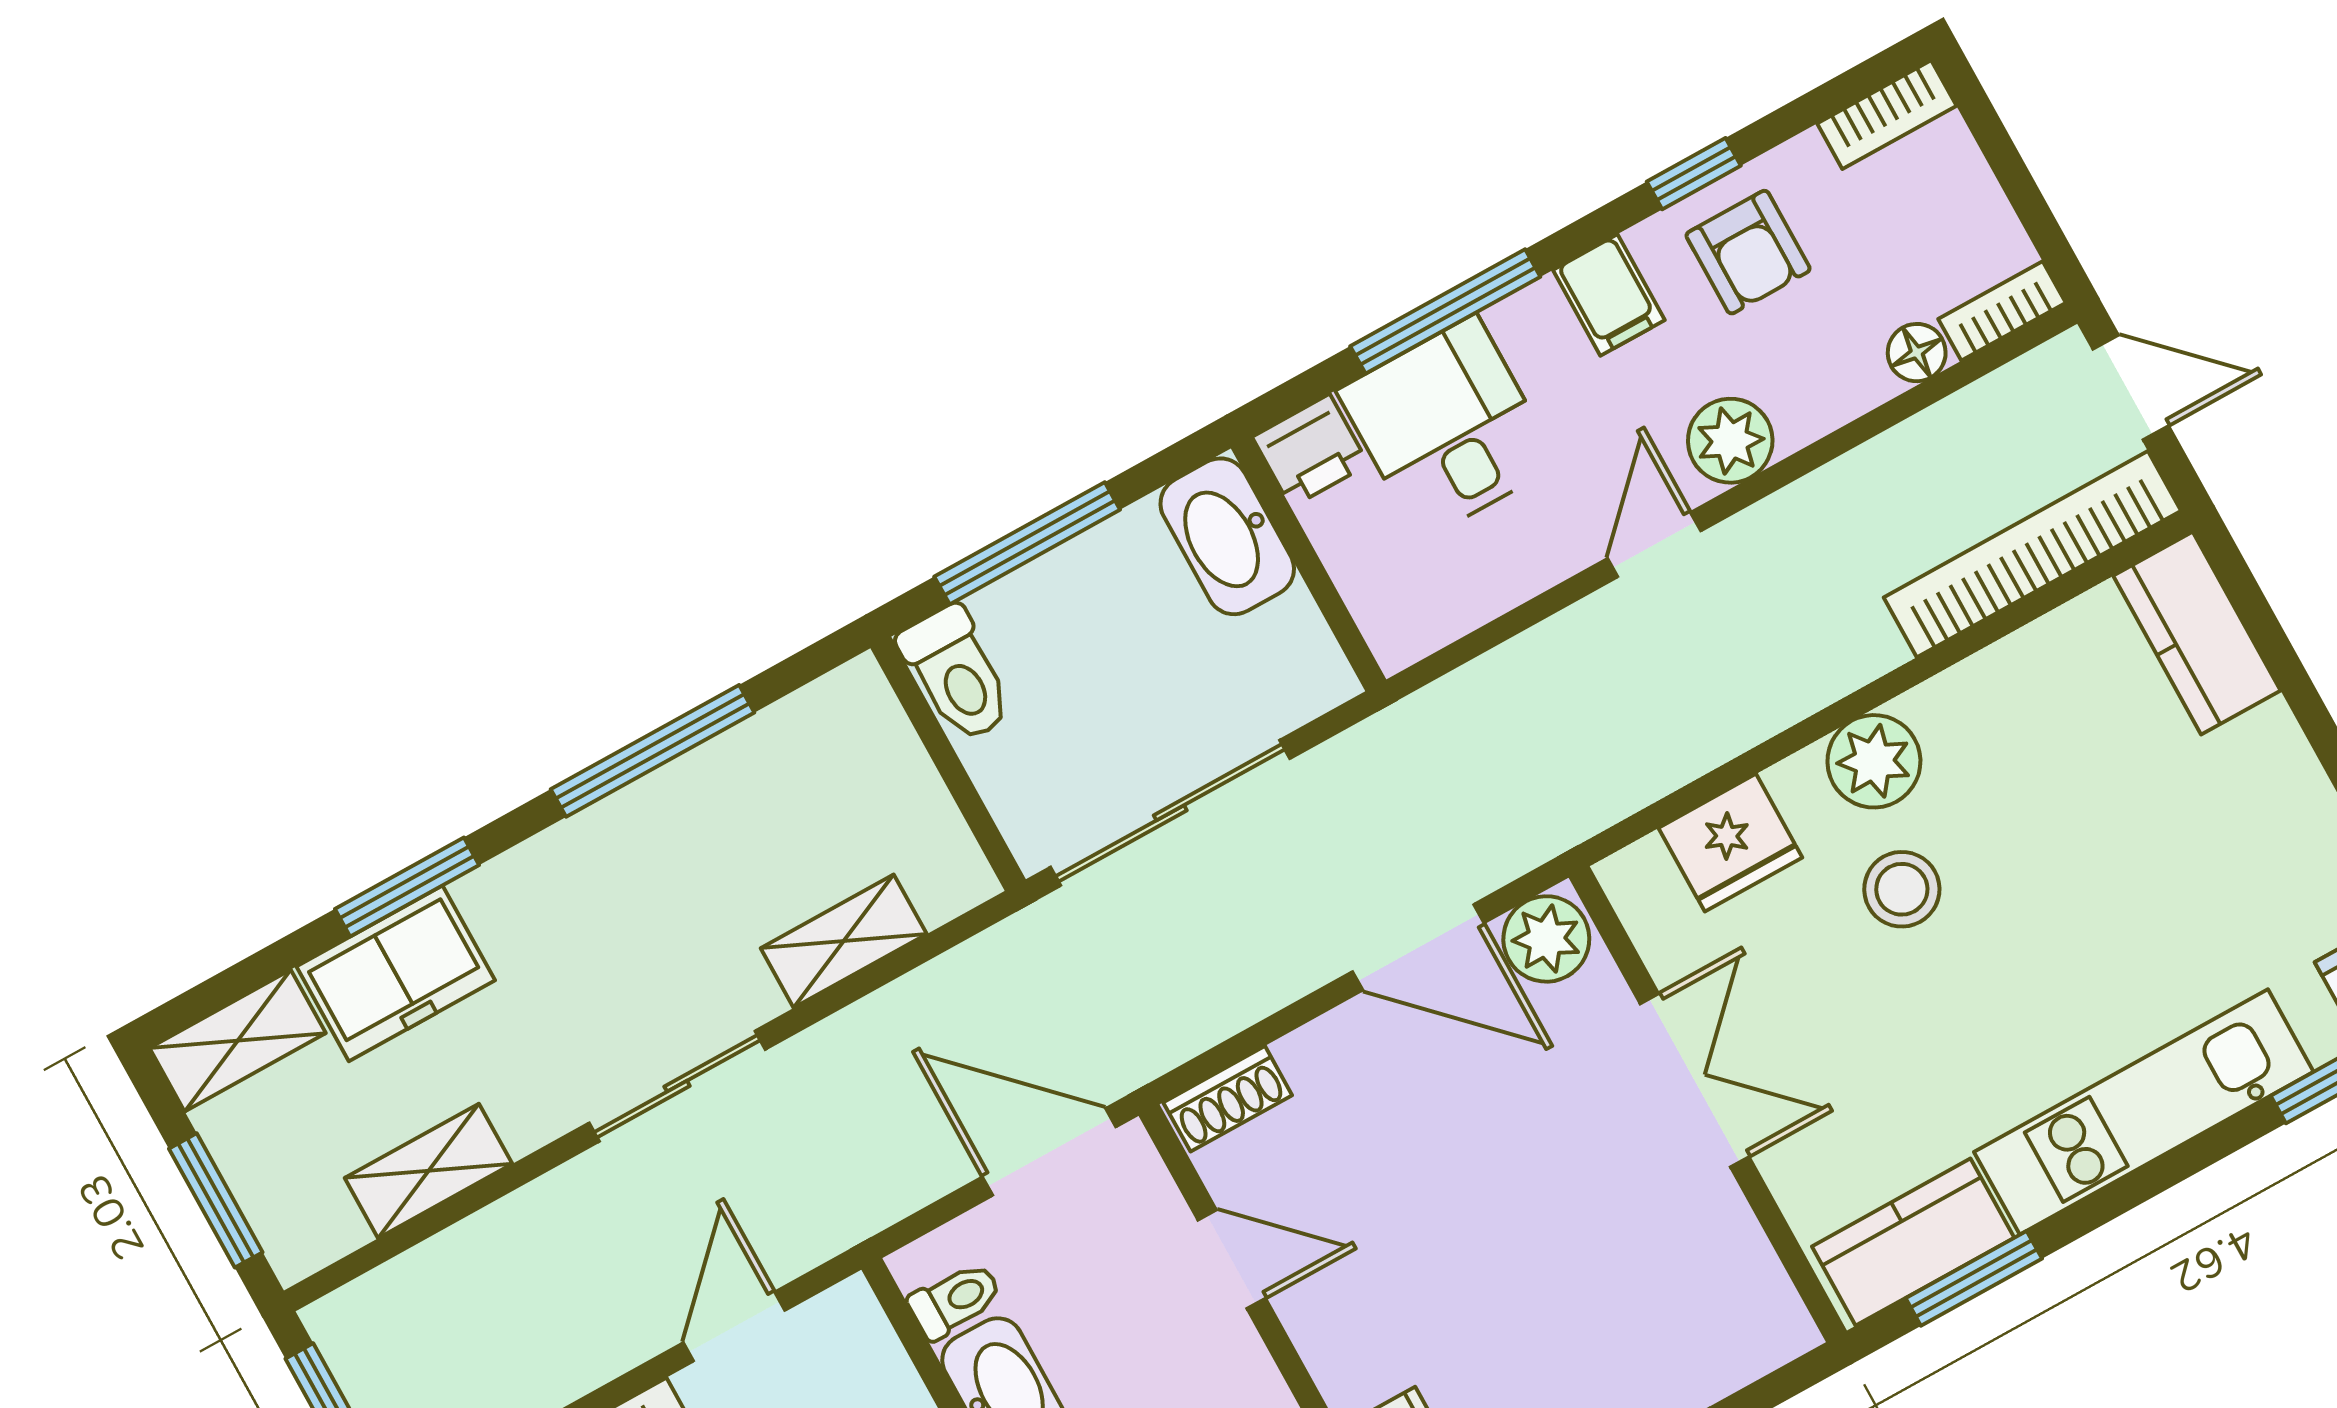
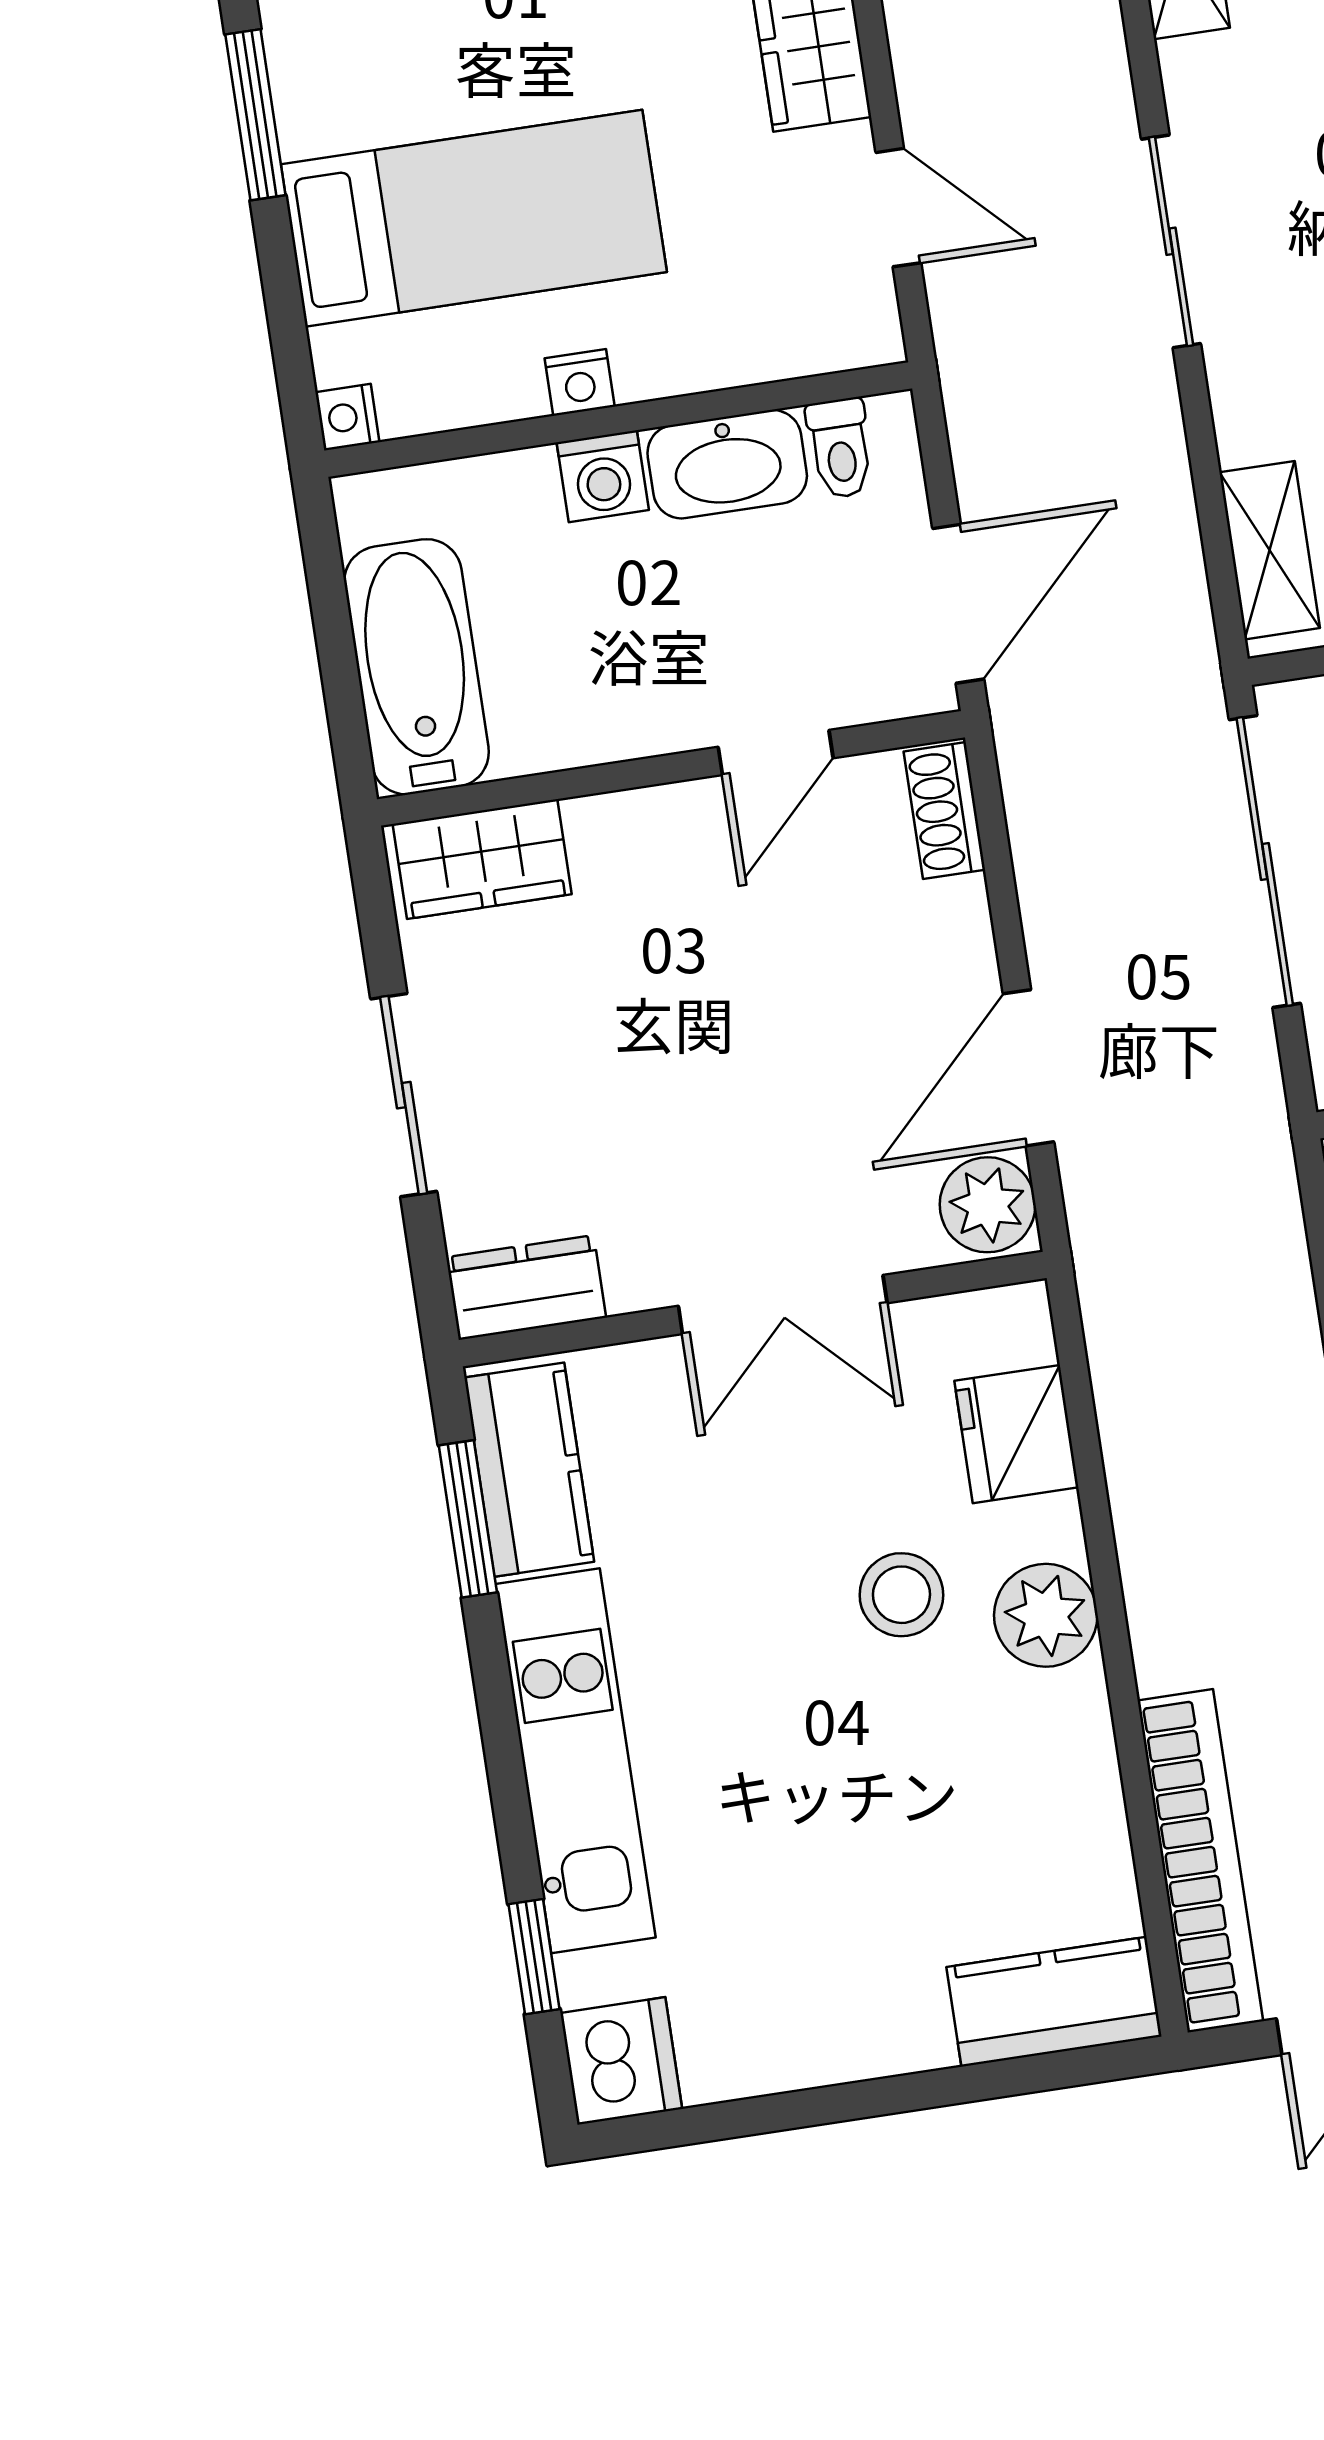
shelving: (844, 941) -> (1270, 550), moved
dresser: (1761, 1302) -> (526, 1287), added

